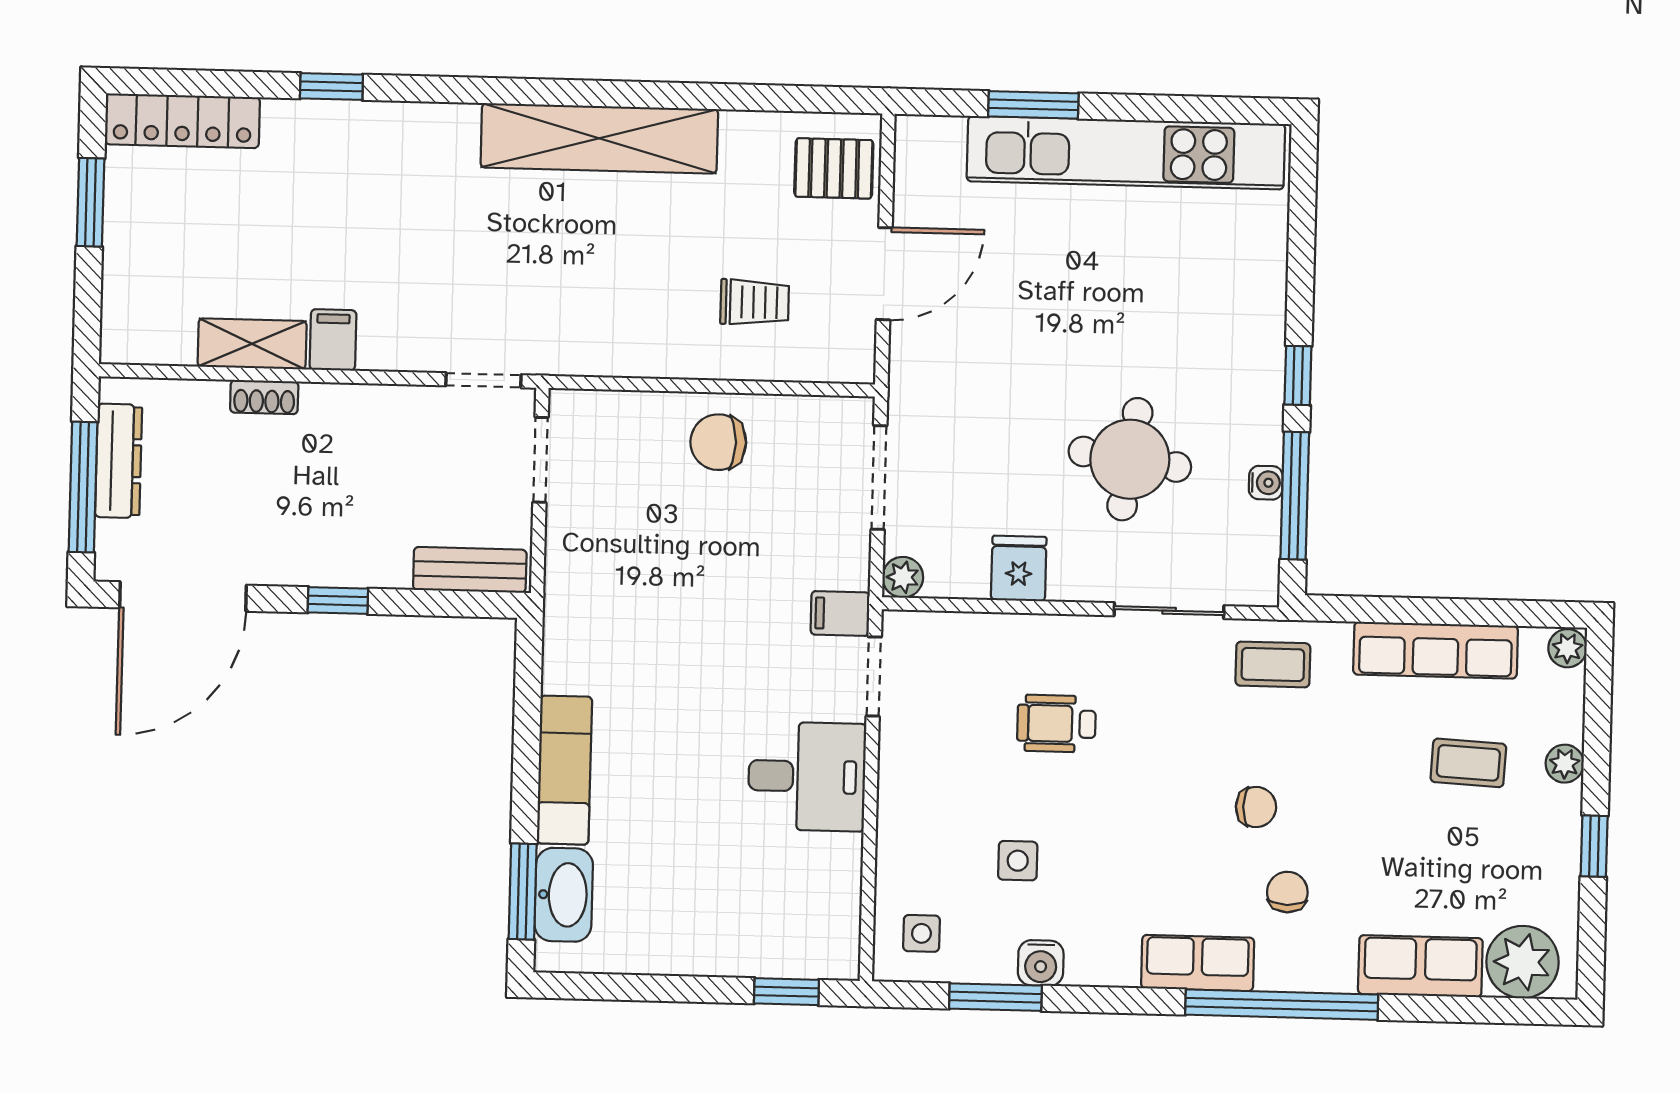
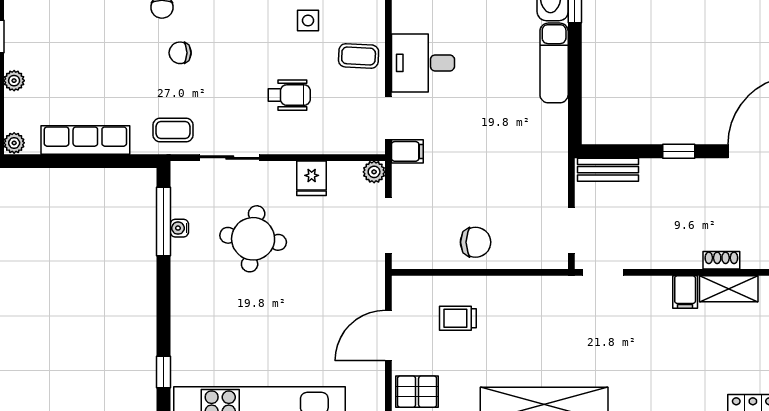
window: (1298, 375) -> (164, 372), moved
coffee table: (1468, 763) -> (359, 56), moved

